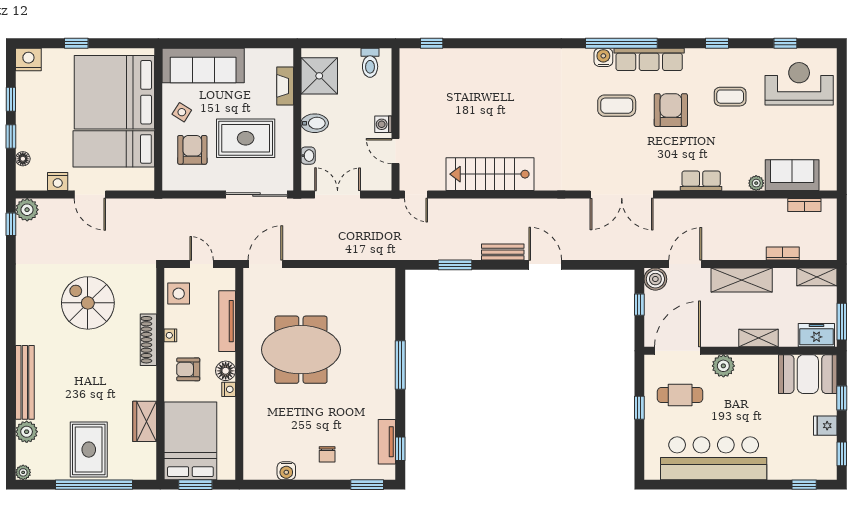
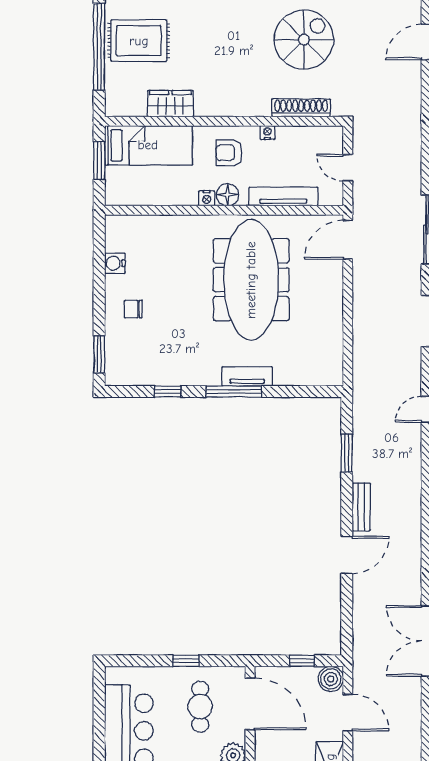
door: (202, 264) -> (348, 168), swing flipped
door: (265, 264) -> (348, 240), swing flipped
side table: (179, 294) -> (314, 142), removed
shoe rack: (148, 340) -> (301, 108), moved
meeting table: (301, 350) -> (251, 280), width x1.36
armchair: (188, 369) -> (229, 153), turned -90
bed: (190, 441) -> (148, 145), width x0.67
tv unit: (387, 442) -> (247, 376), moved
window: (400, 449) -> (168, 392), moved

